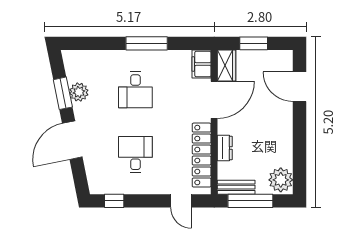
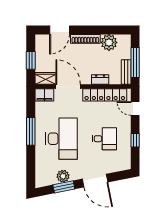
desk: (135, 90) -> (62, 139), width x1.87, depth x1.30
shoe rack: (286, 126) -> (85, 39), added
desk: (135, 154) -> (104, 139), turned 180
plant: (281, 180) -> (109, 42), moved
window: (114, 201) -> (135, 140), moved
door: (181, 201) -> (135, 109), swing flipped

